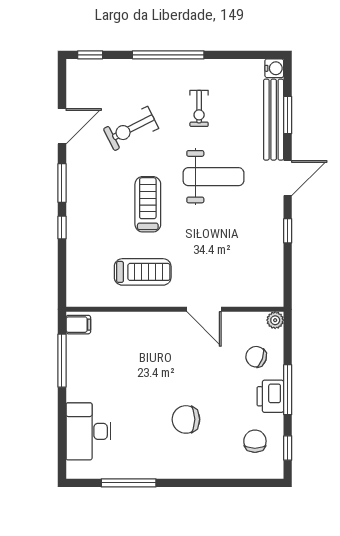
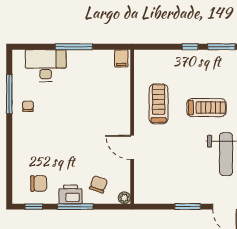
window: (288, 231) -> (188, 207), width x1.50
treadmill: (143, 272) -> (159, 104), turned 180
door: (204, 309) -> (132, 147), hinge flipped
window: (62, 361) -> (74, 47), moved
chair: (186, 419) -> (28, 106), moved, width x0.54, depth x0.54

